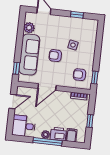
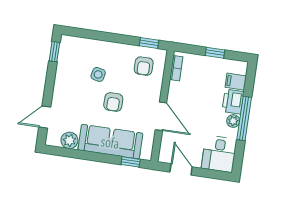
window: (77, 15) -> (54, 52), moved

